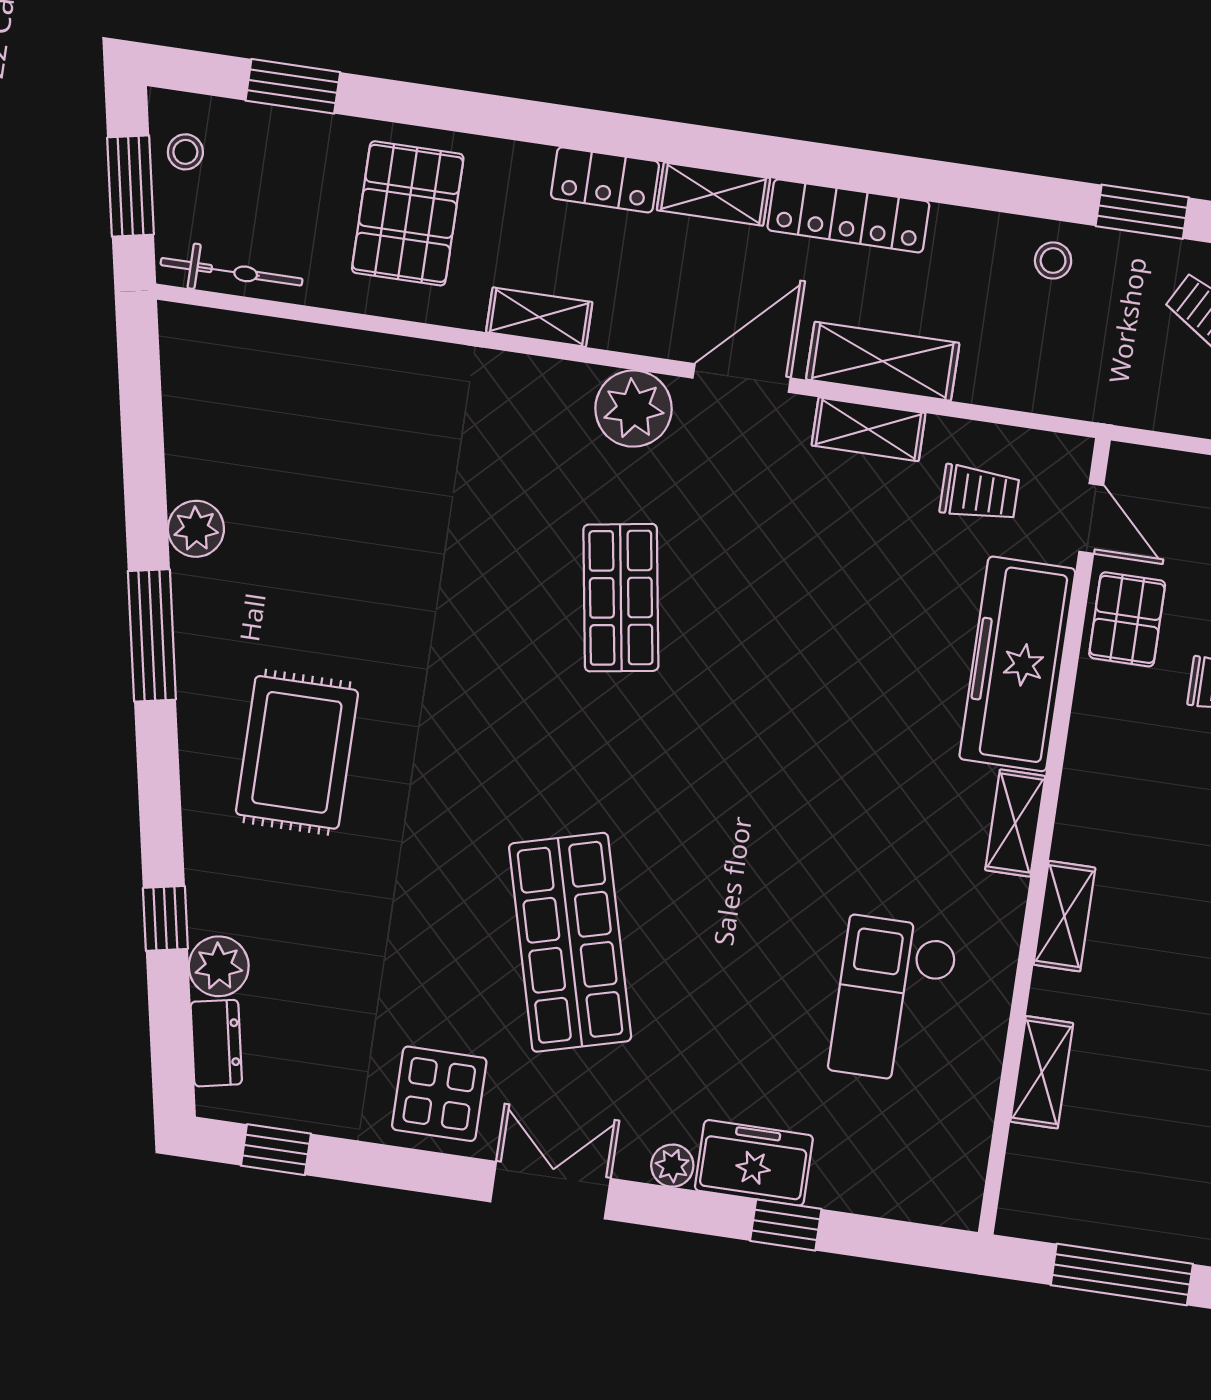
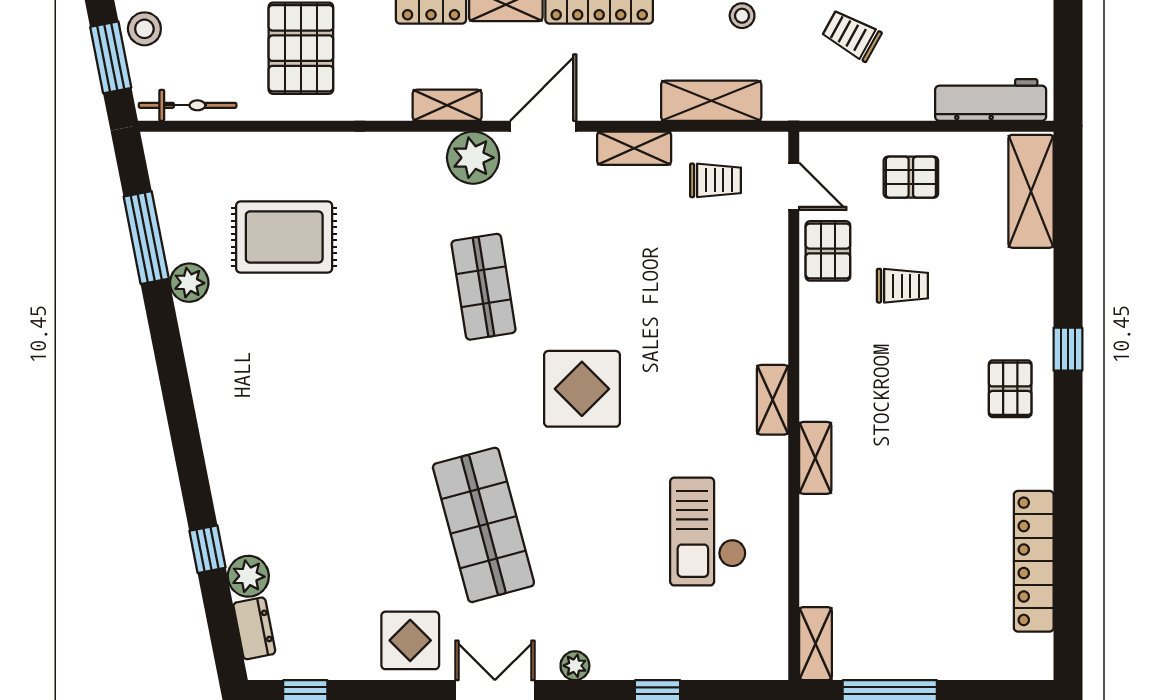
stool: (185, 152) -> (144, 29), width x1.37, depth x1.37
shelving: (539, 317) -> (447, 105), moved
shelving: (883, 361) -> (711, 101), moved
window: (152, 635) -> (146, 238), moved
freezer: (1017, 664) -> (758, 292), removed
rug: (297, 752) -> (284, 237), moved, turned 90
display table: (742, 766) -> (582, 389), added
shelving: (1042, 1072) -> (815, 644), moved
freezer: (754, 1163) -> (630, 656), removed

